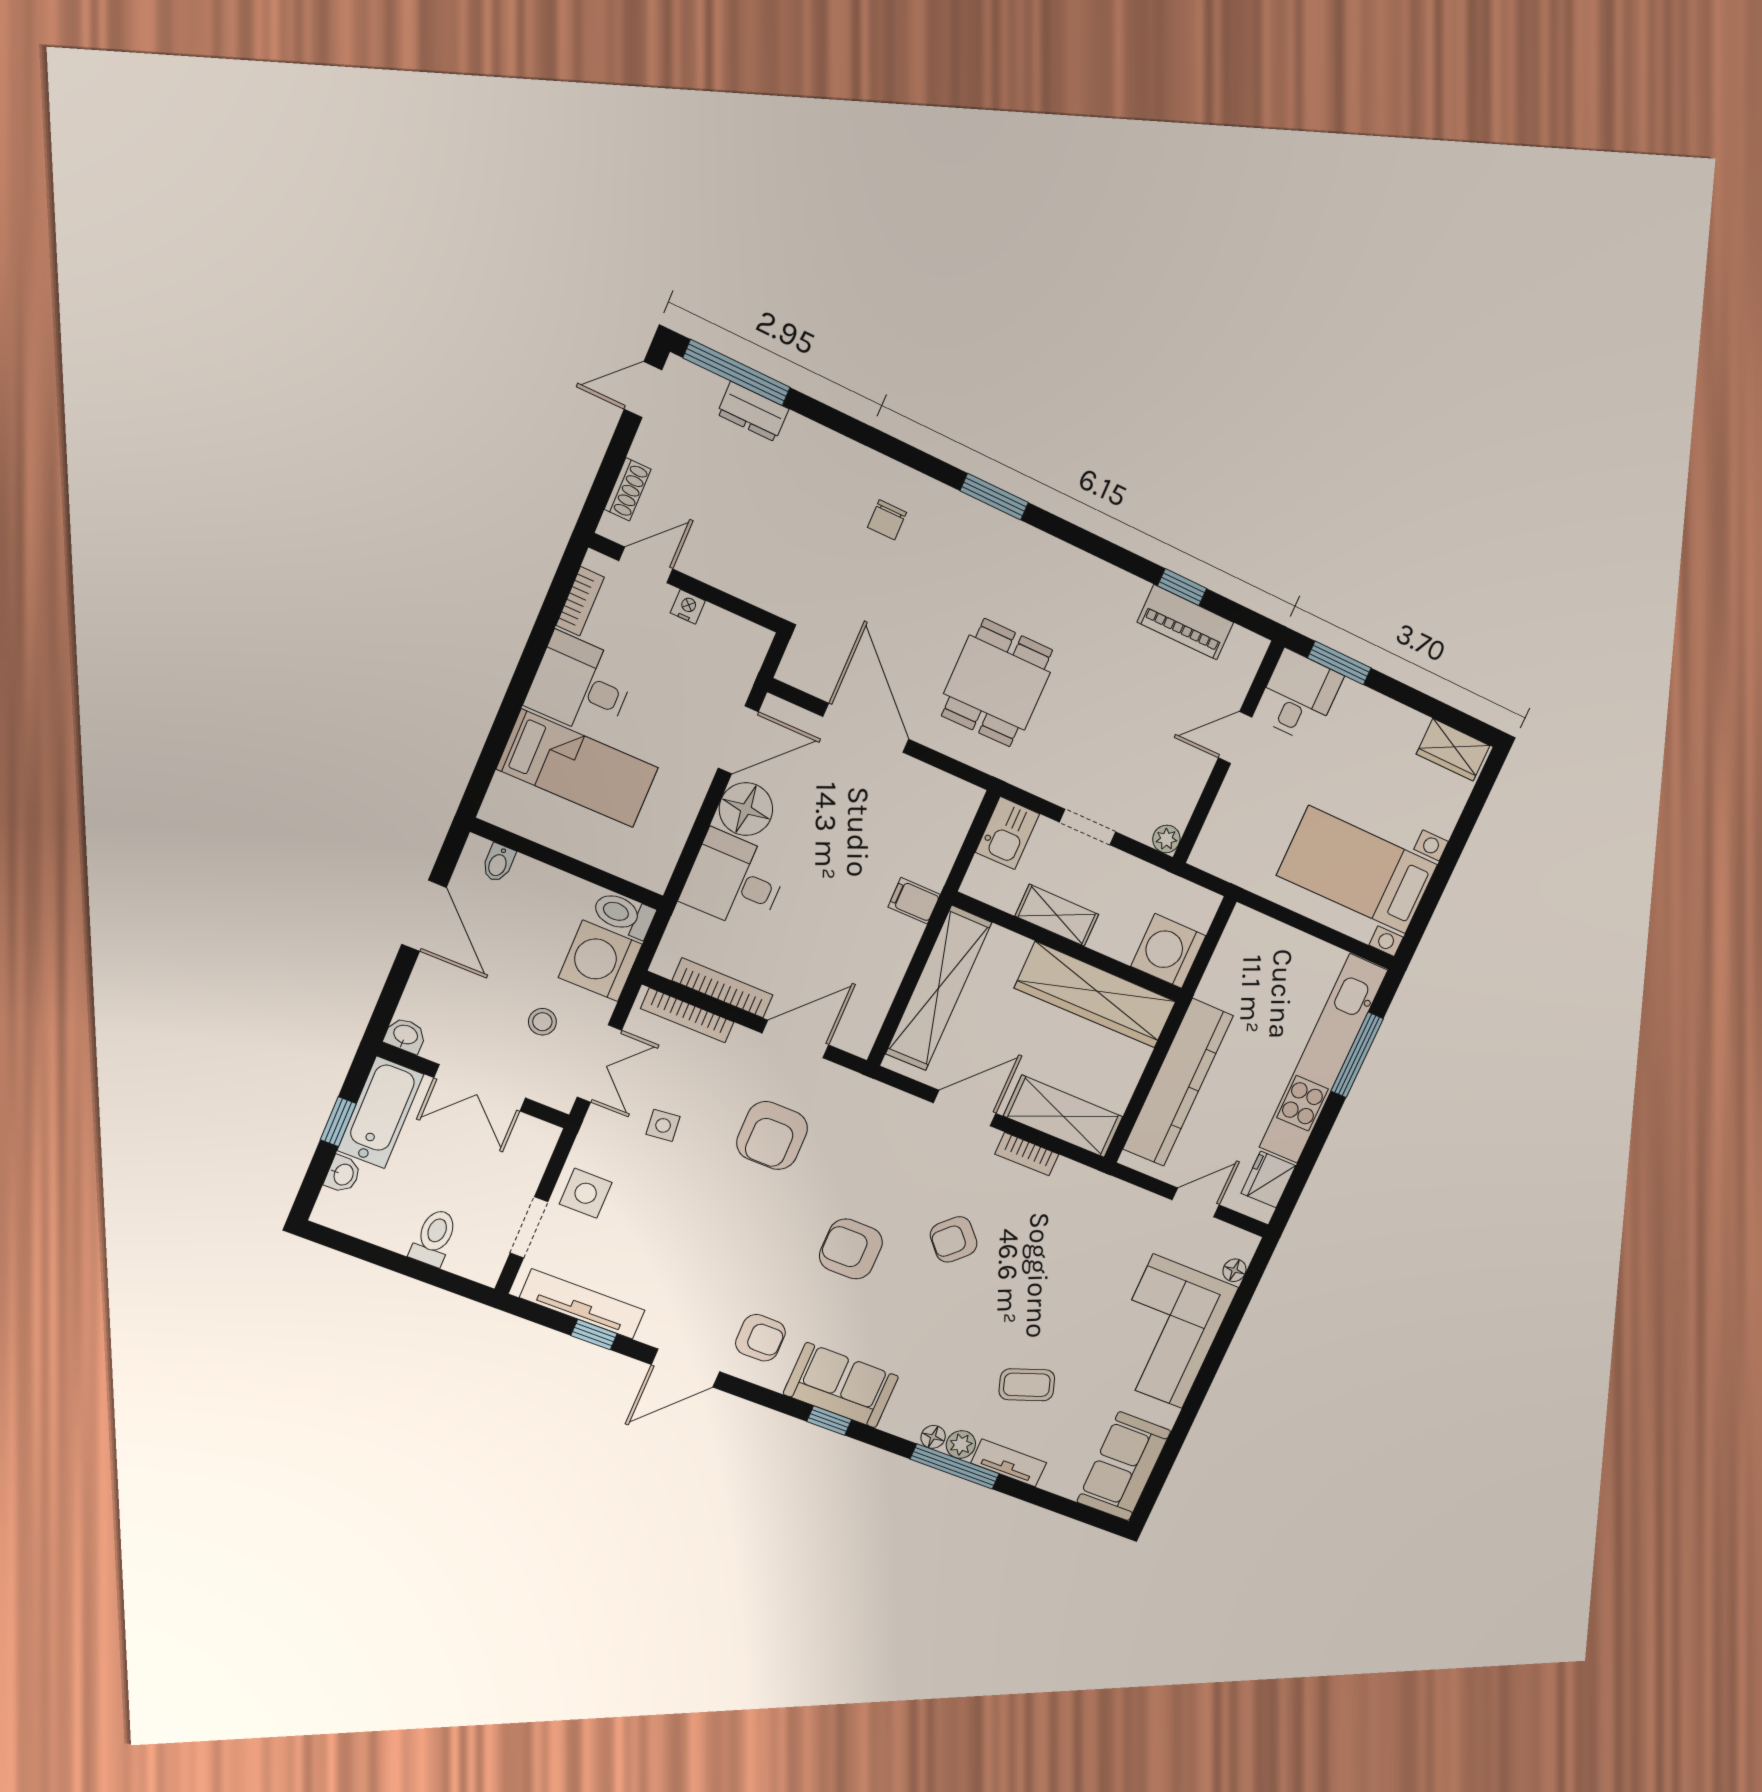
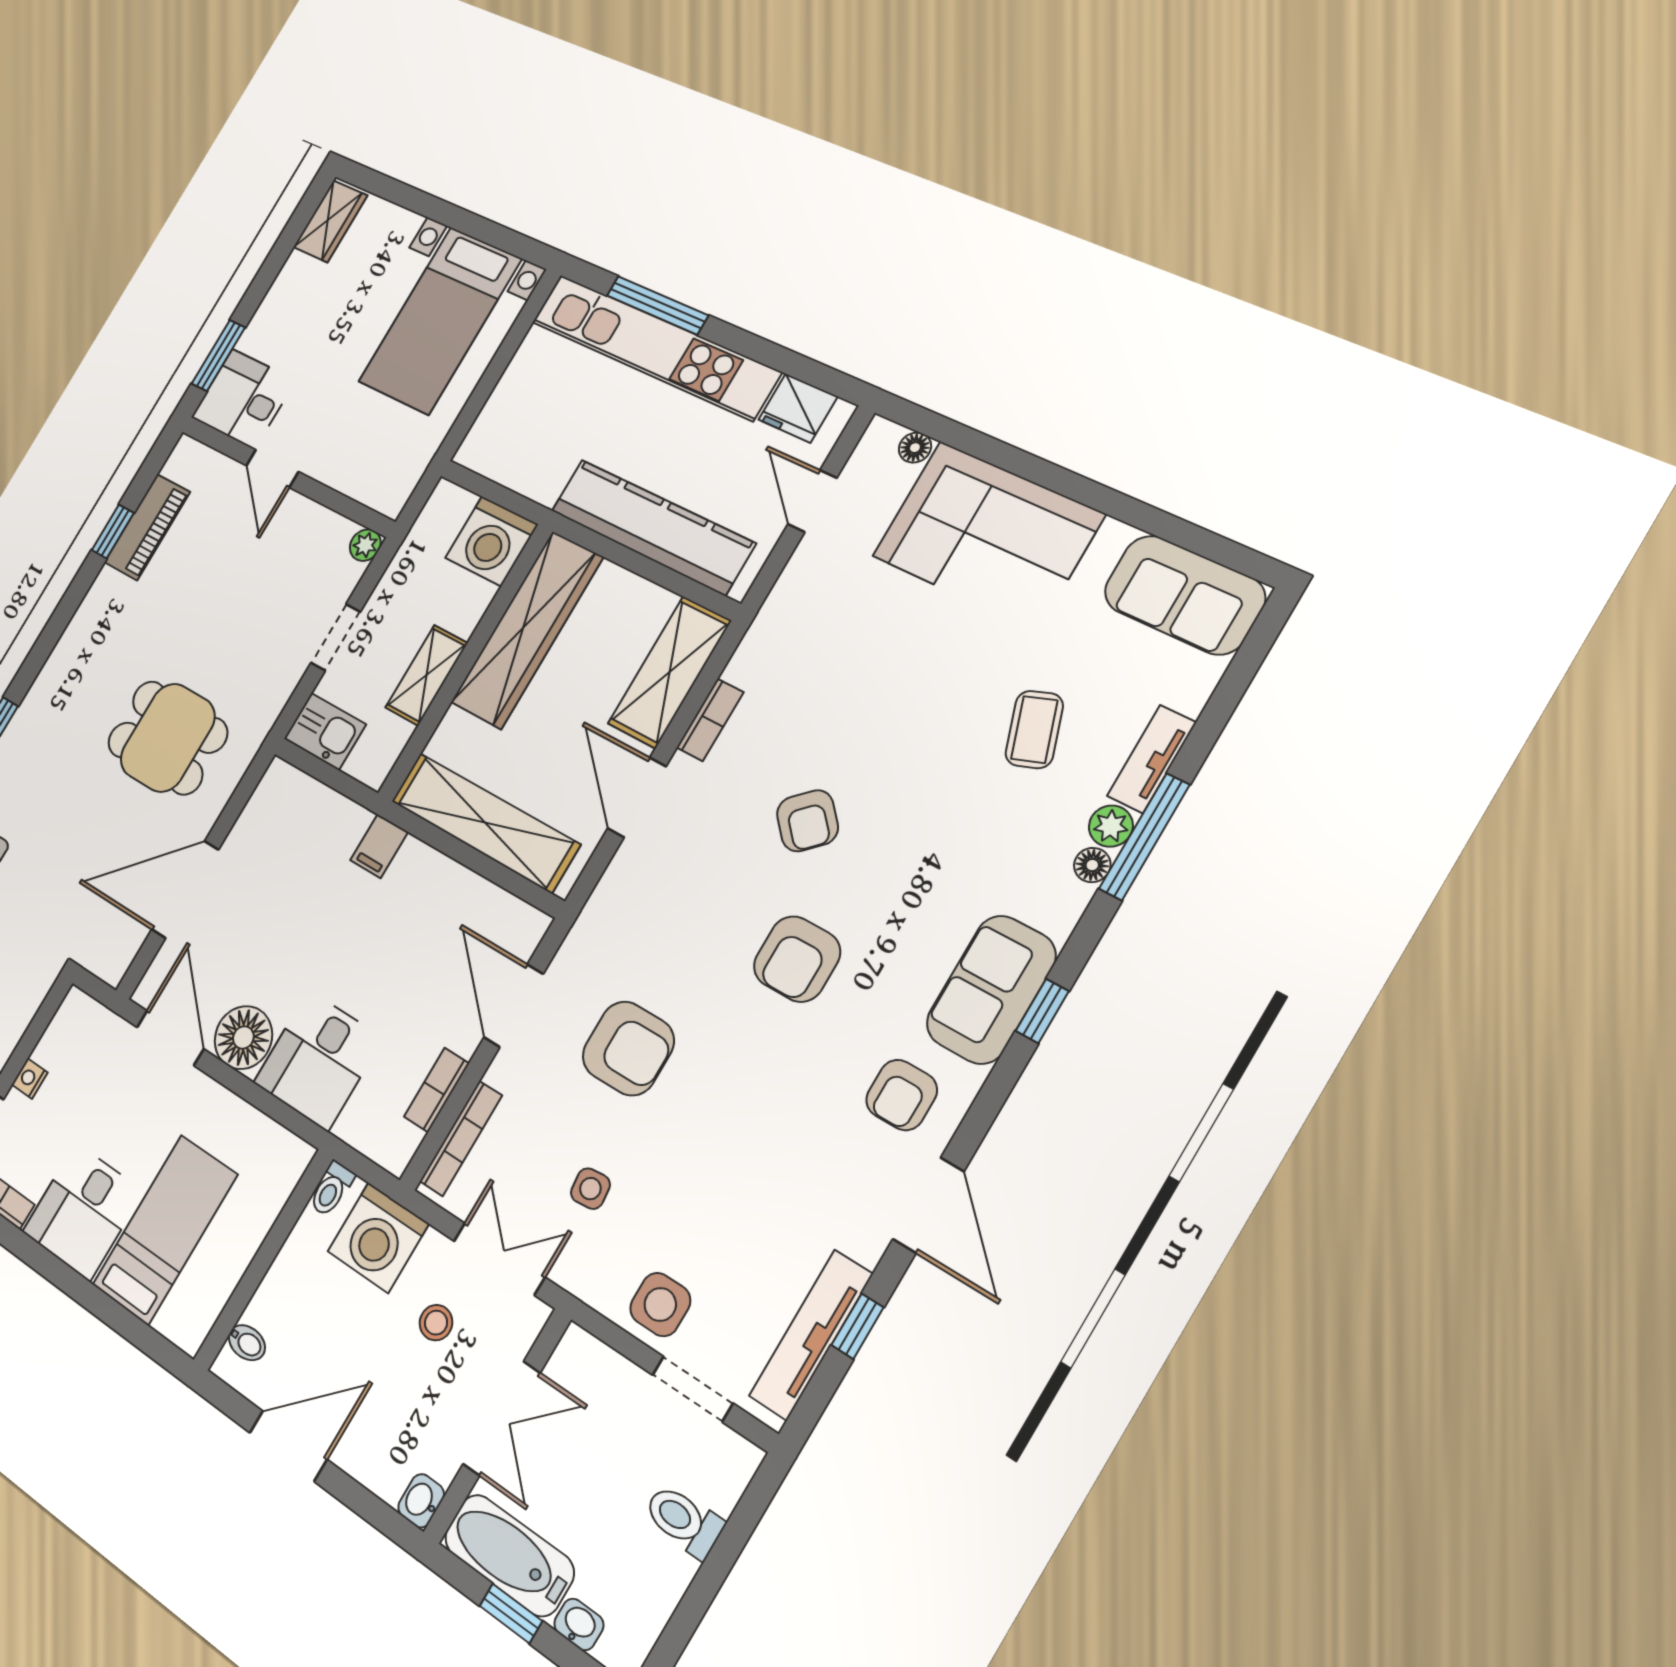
toilet: (623, 914) -> (332, 1189), width x0.73, depth x0.72
bookcase: (723, 988) -> (436, 1090), width x0.64
armchair: (760, 1338) -> (902, 1095), turned 180

